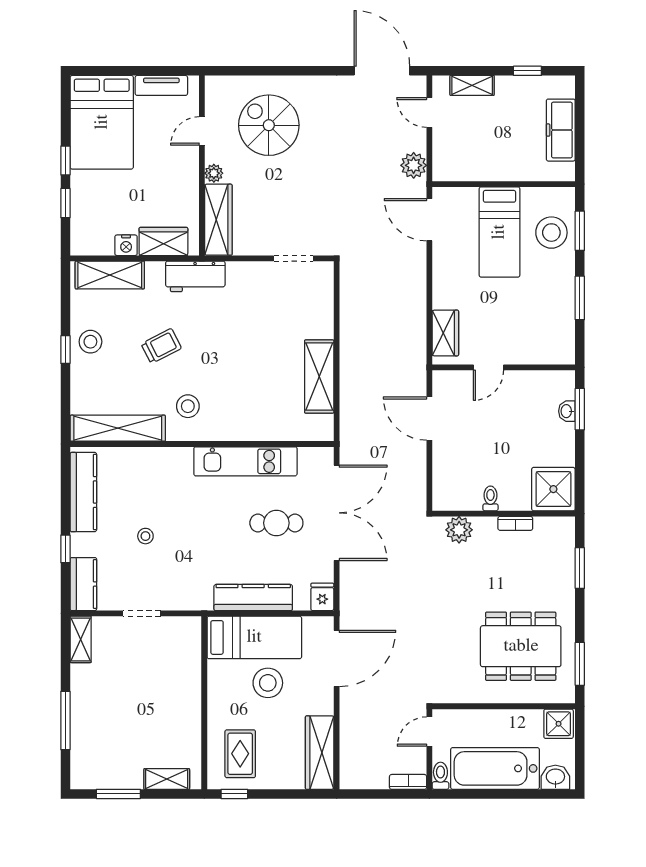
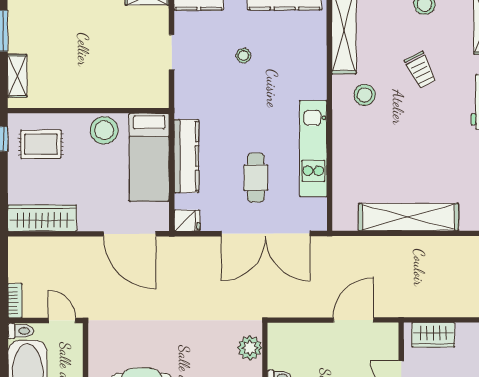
shelving: (319, 377) -> (408, 217), width x1.47
stool: (268, 683) -> (104, 130), moved

